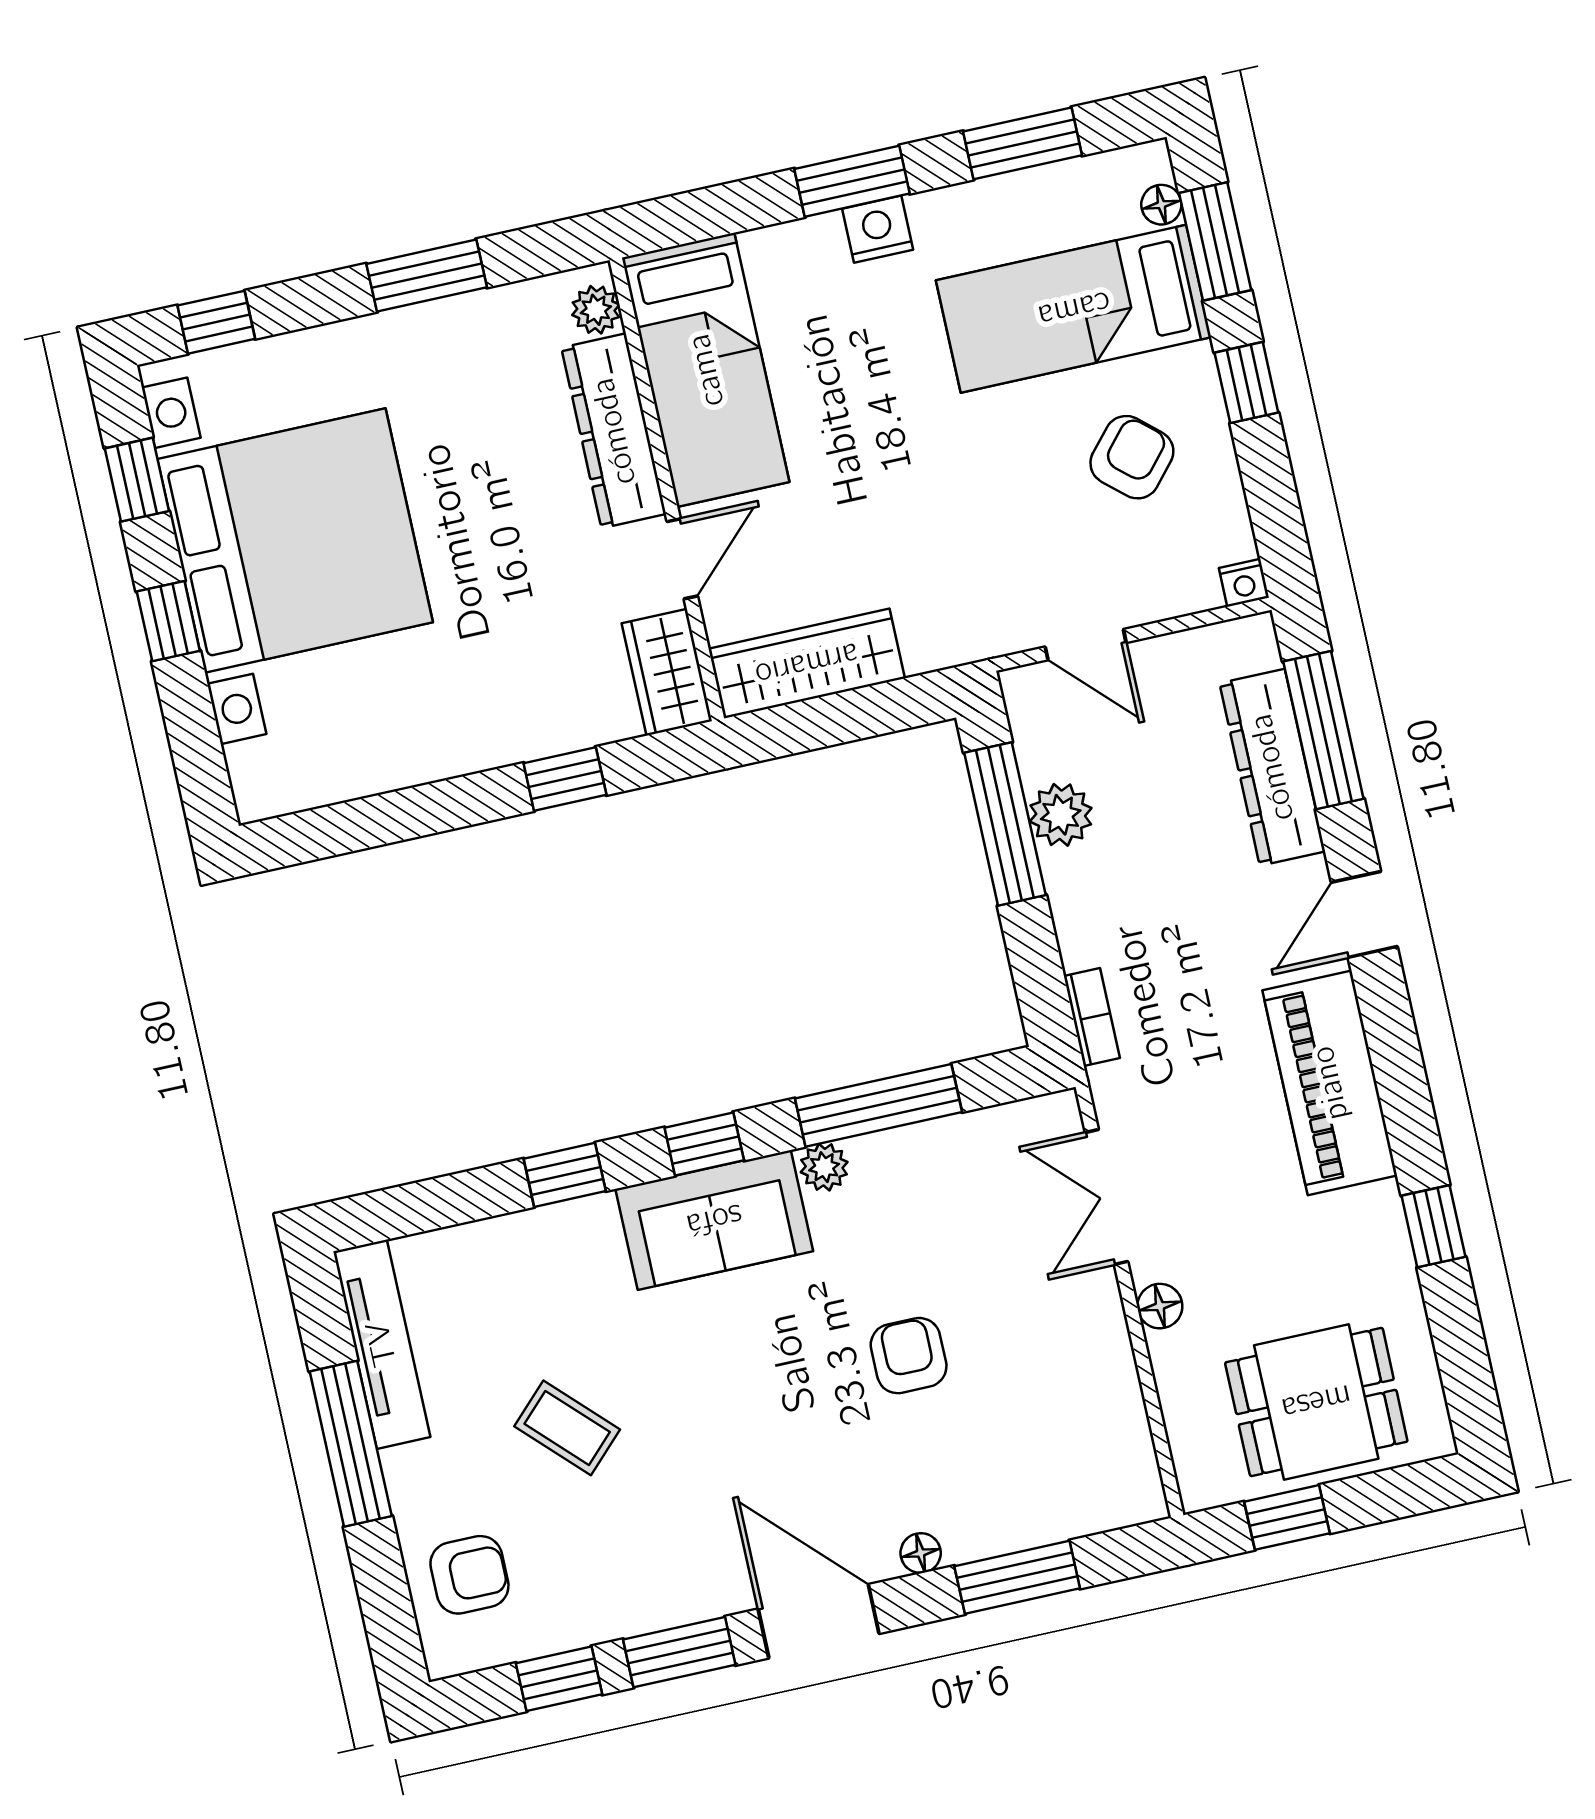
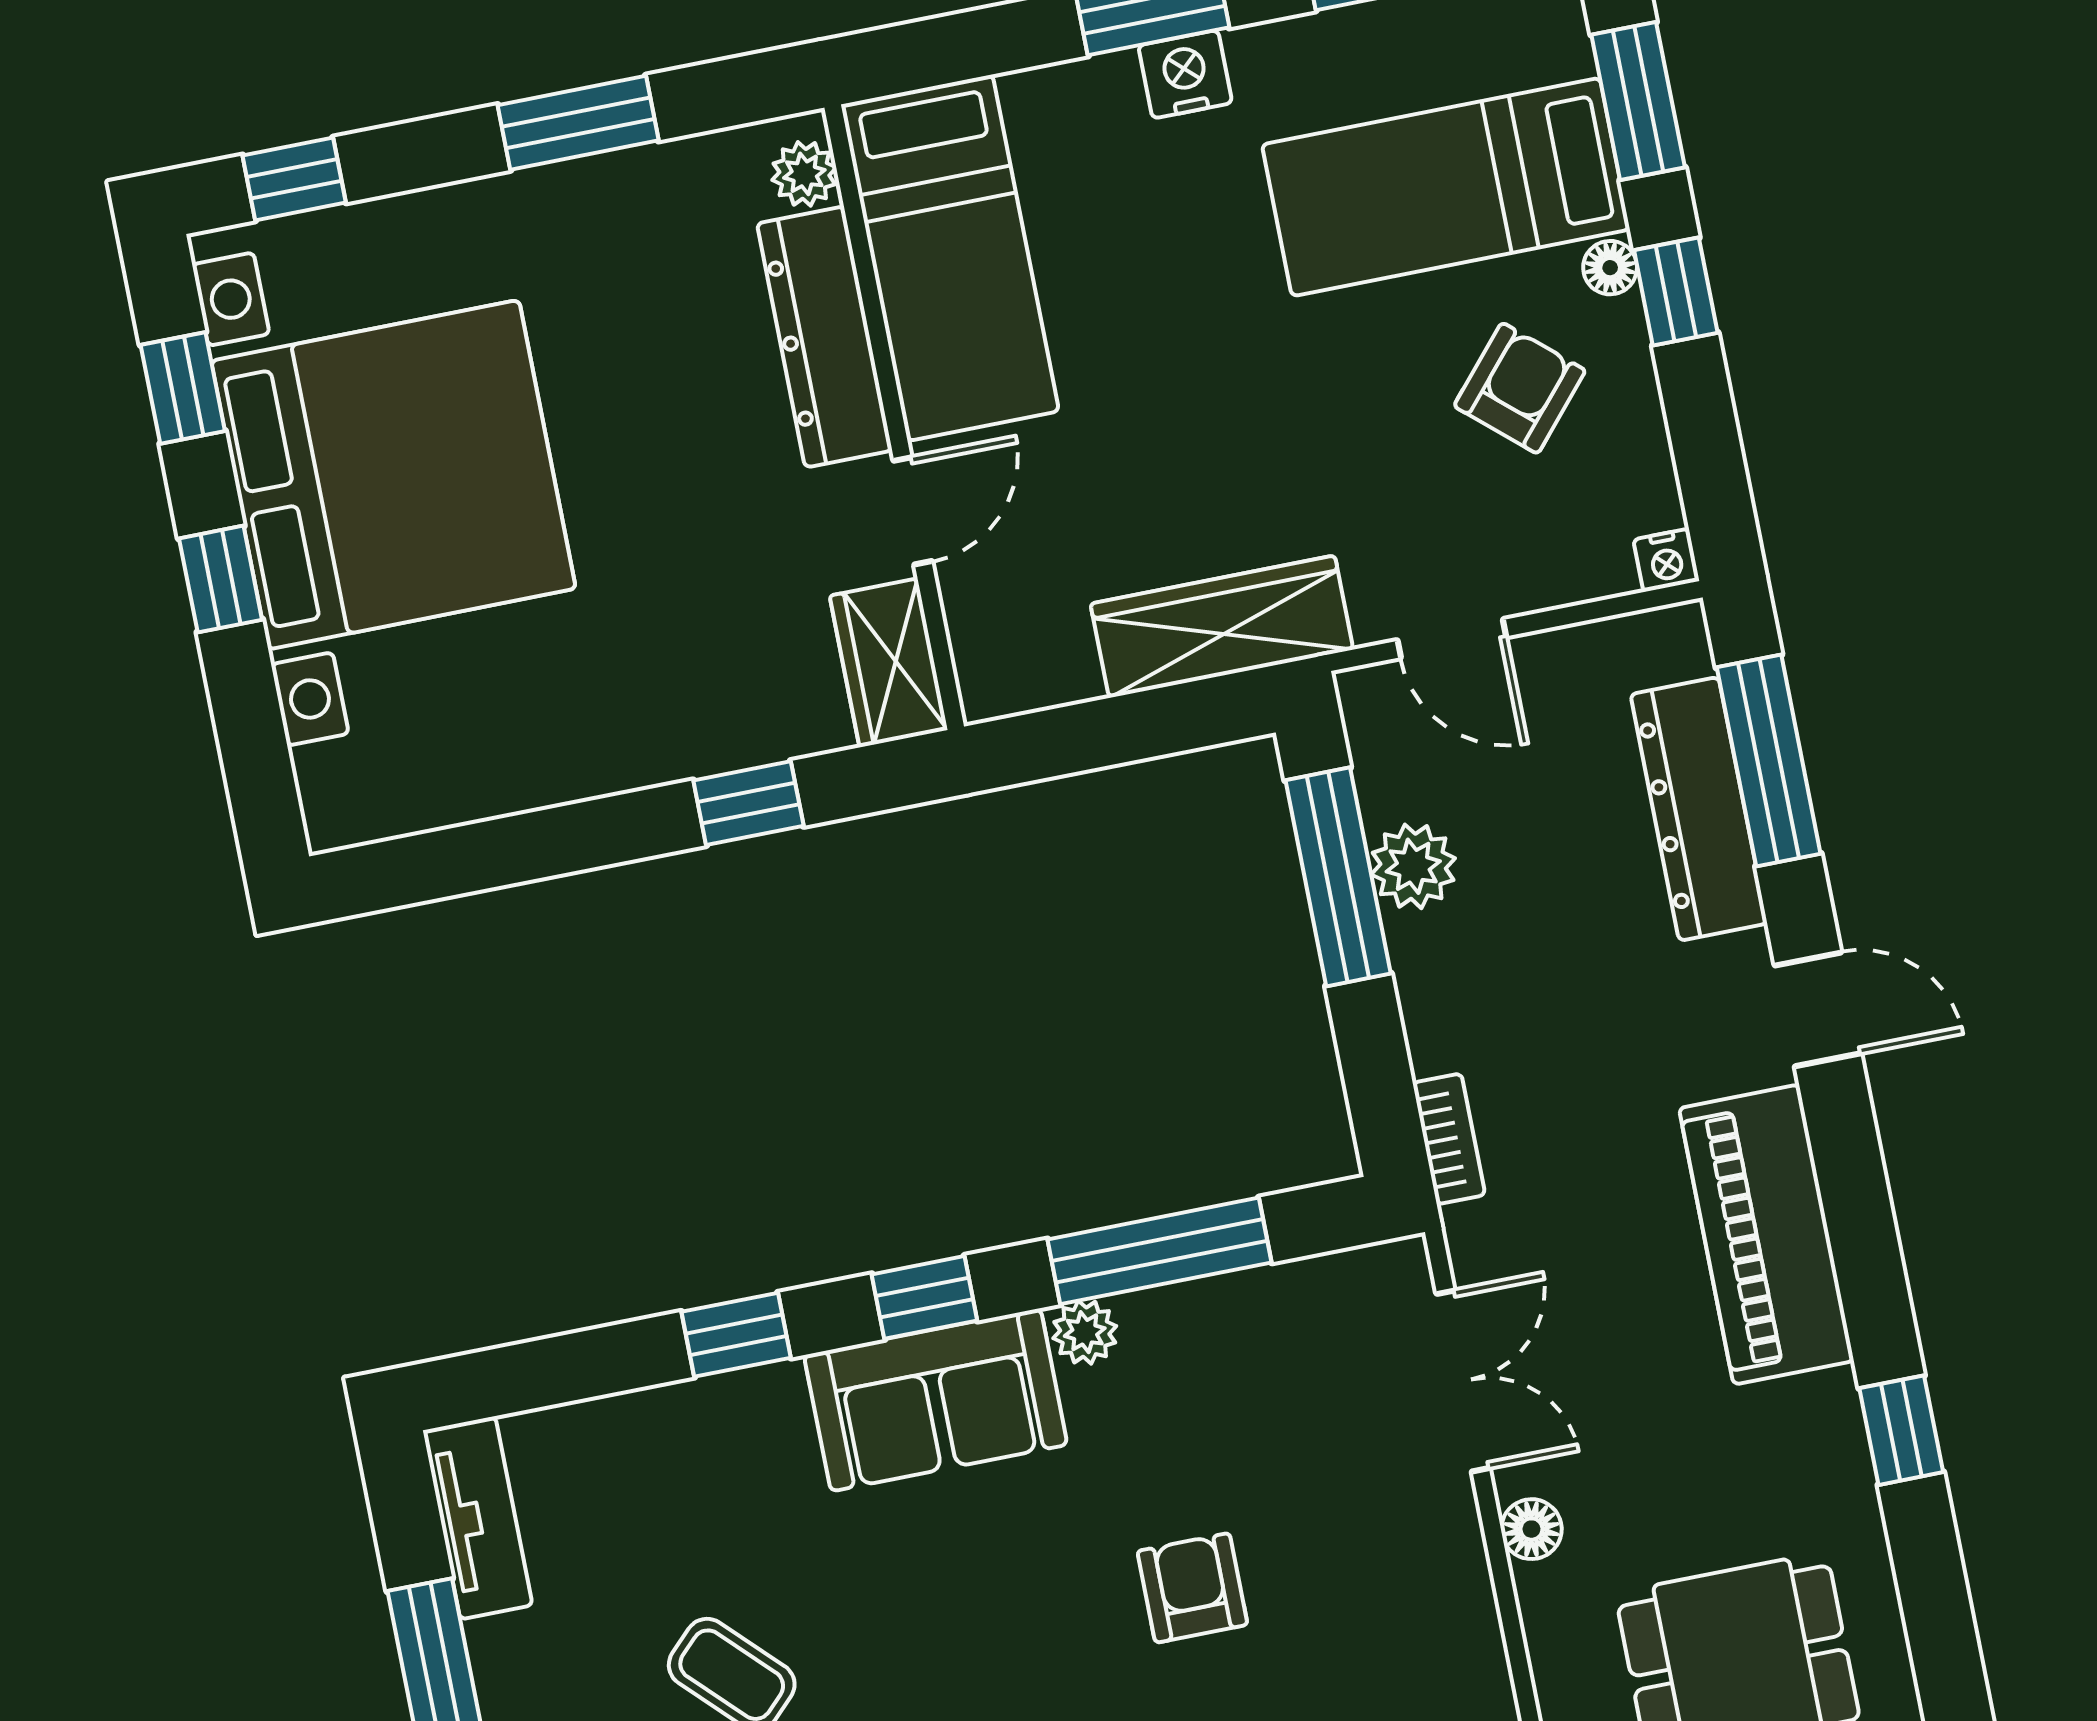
floor lamp: (1161, 205) -> (1610, 268), moved
wardrobe: (807, 664) -> (1222, 627), moved
door: (1364, 914) -> (1818, 1009), swing flipped
double door: (1106, 1197) -> (1463, 1381), swing flipped
tv unit: (382, 1344) -> (478, 1518), width x0.71

